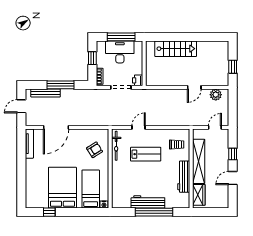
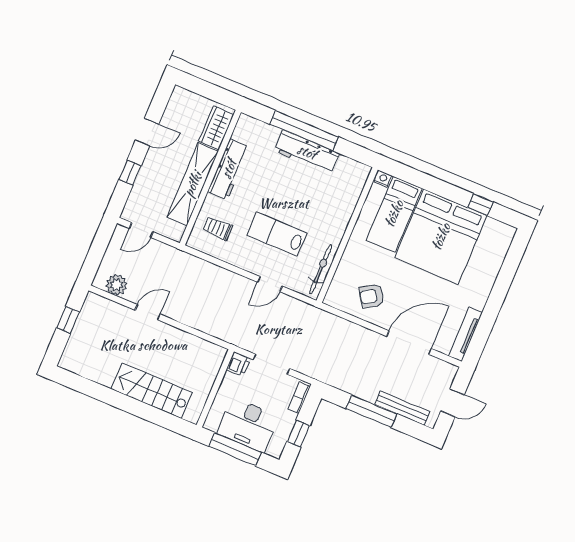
armchair: (95, 150) -> (372, 296), moved
bed: (62, 188) -> (441, 237), width x1.36

